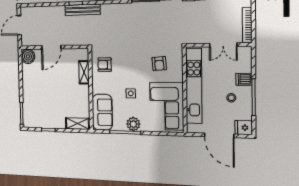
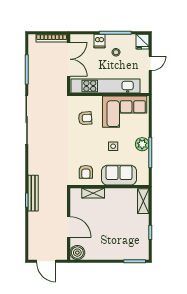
double door: (223, 45) -> (69, 59), width x1.37
sofa: (102, 112) -> (119, 175), moved
door: (219, 135) -> (150, 63), width x0.53

